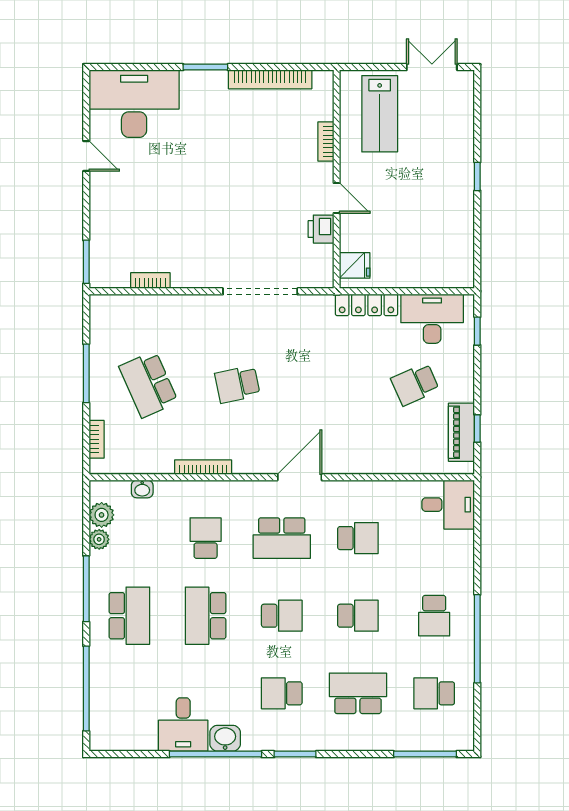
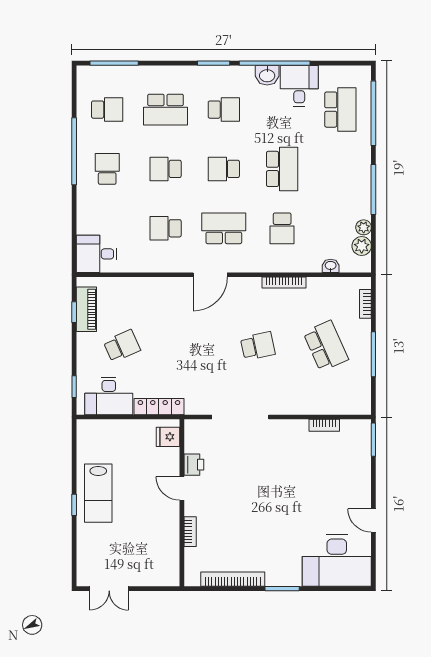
lab bench: (380, 114) -> (98, 493), moved, turned 180
school desk: (129, 616) -> (340, 110), moved, turned 180

